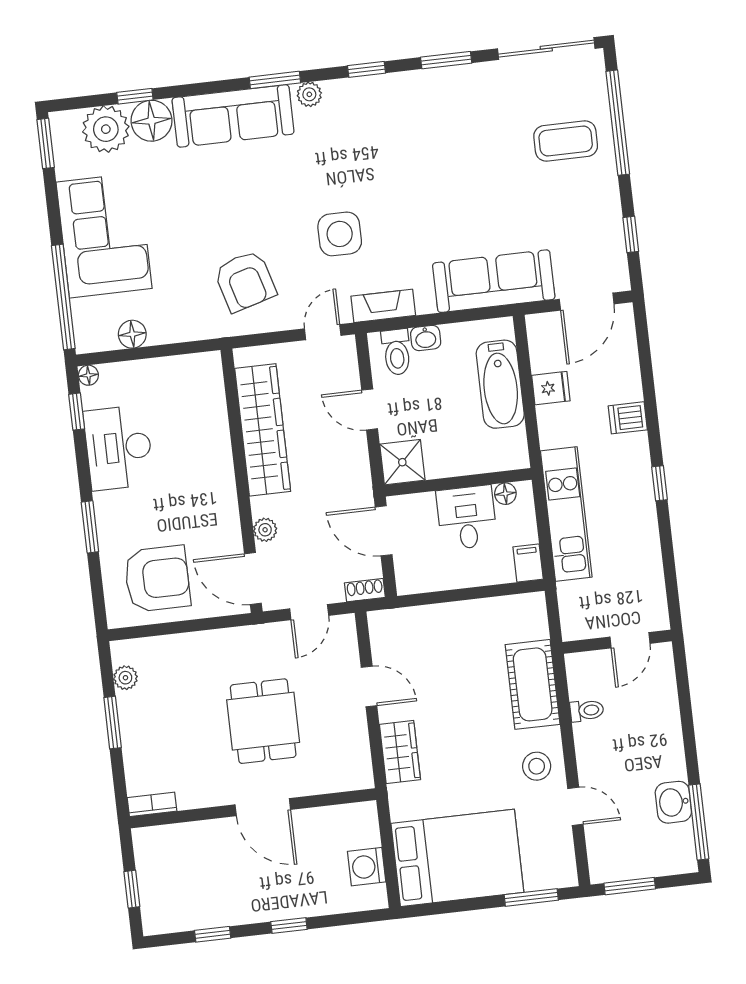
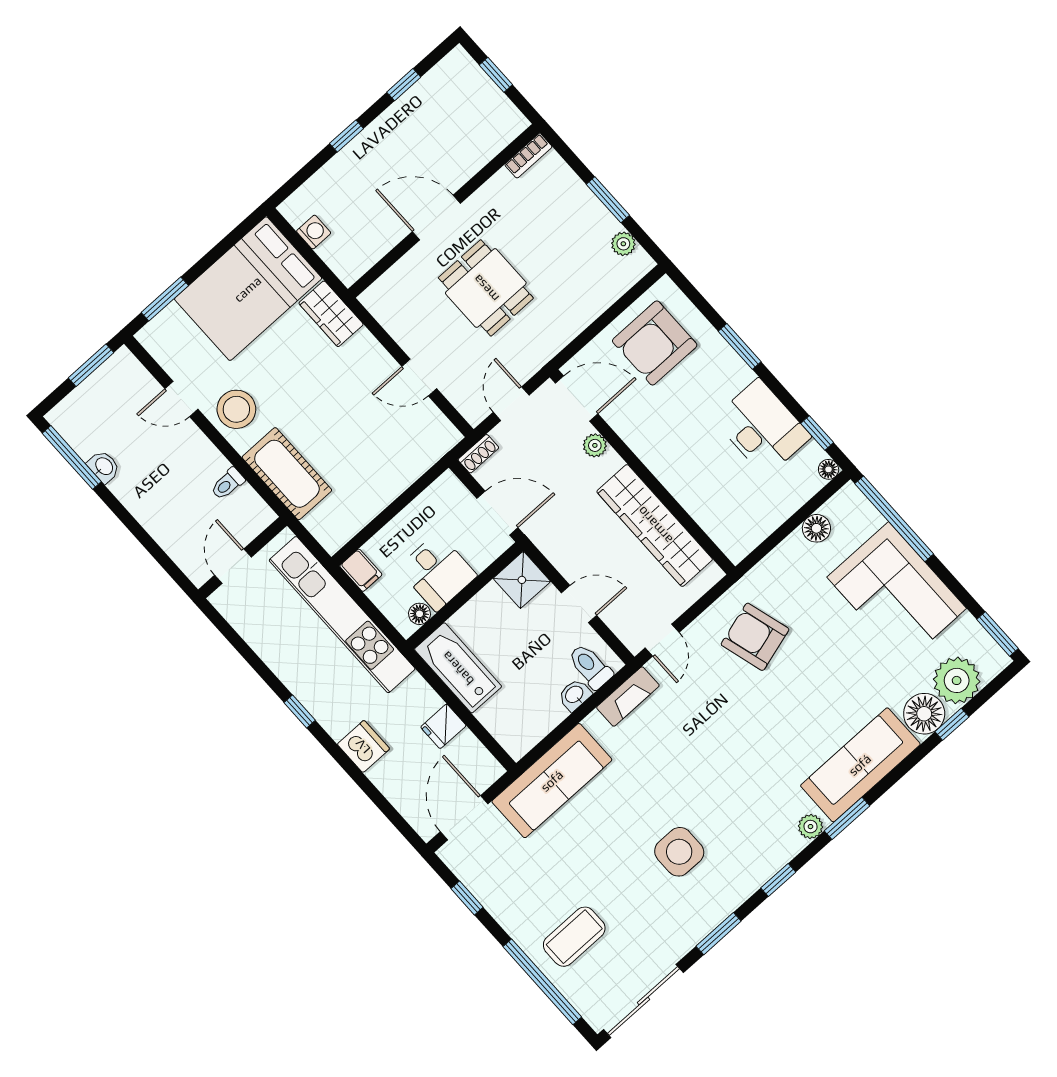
side table: (340, 234) -> (679, 852), moved
bathtub: (500, 384) -> (458, 668), moved
dishwasher: (628, 418) -> (363, 746), width x1.38
kitchen unit: (566, 514) -> (342, 615), width x1.36
wardrobe: (400, 752) -> (331, 314), moved
stool: (537, 766) -> (236, 409), width x1.38, depth x1.38
washbasin: (673, 802) -> (104, 467), width x0.72, depth x0.69
washing machine: (367, 867) -> (314, 232), width x0.73, depth x0.73

